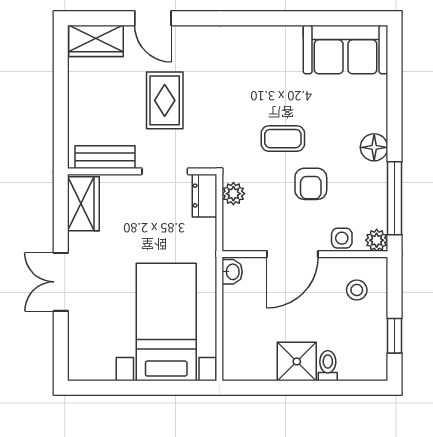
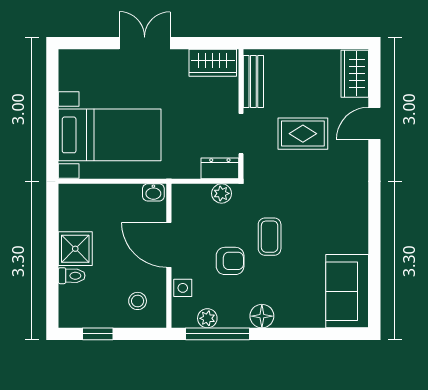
armchair: (311, 184) -> (230, 261), turned 180
plant: (377, 240) -> (207, 318), moved

